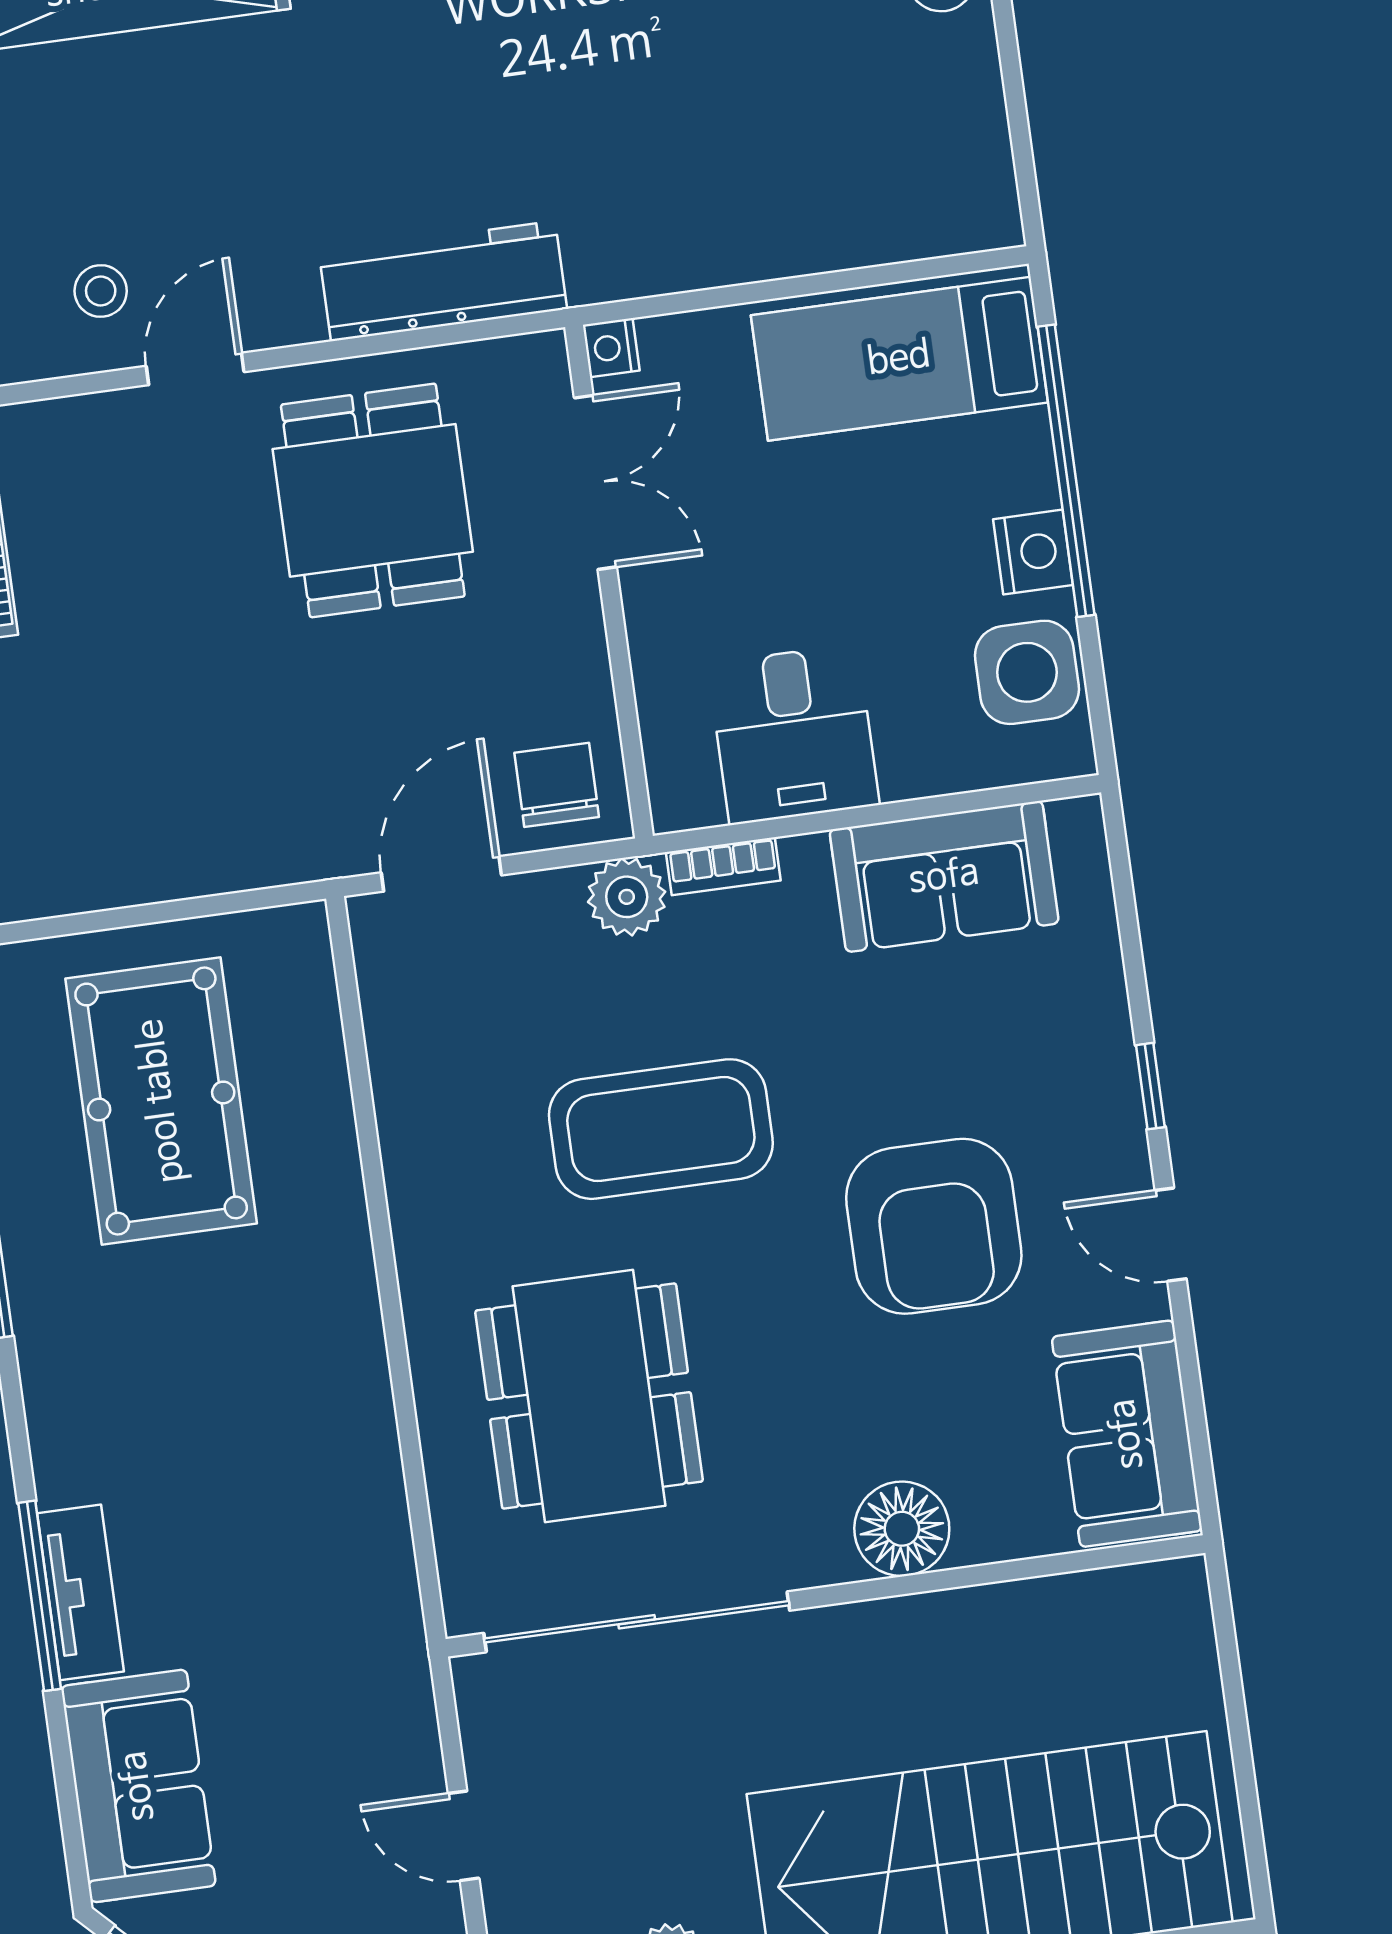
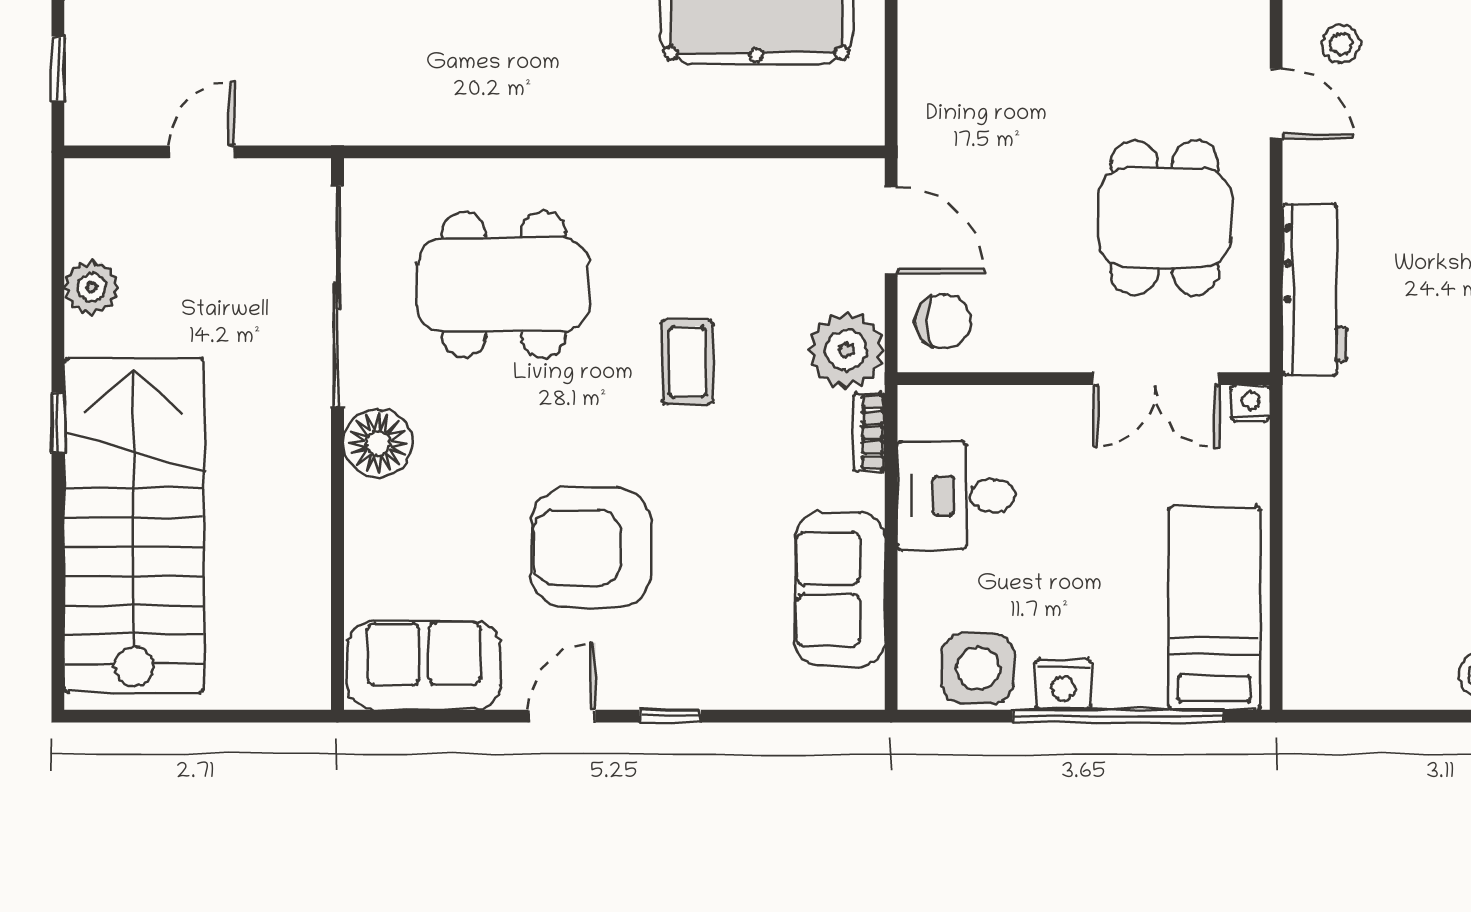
dining table: (373, 500) -> (1165, 218), turned 90
plant: (627, 897) -> (846, 350), width x1.36, depth x1.36
coffee table: (661, 1129) -> (687, 362), width x0.54, depth x0.58
floor lamp: (902, 1529) -> (378, 443), moved

